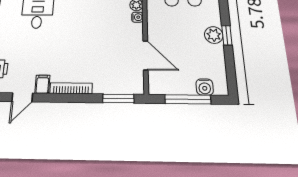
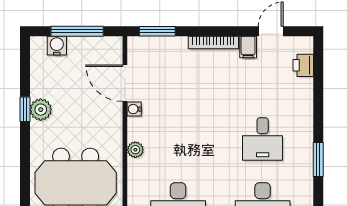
water cooler: (137, 17) -> (134, 109), moved

